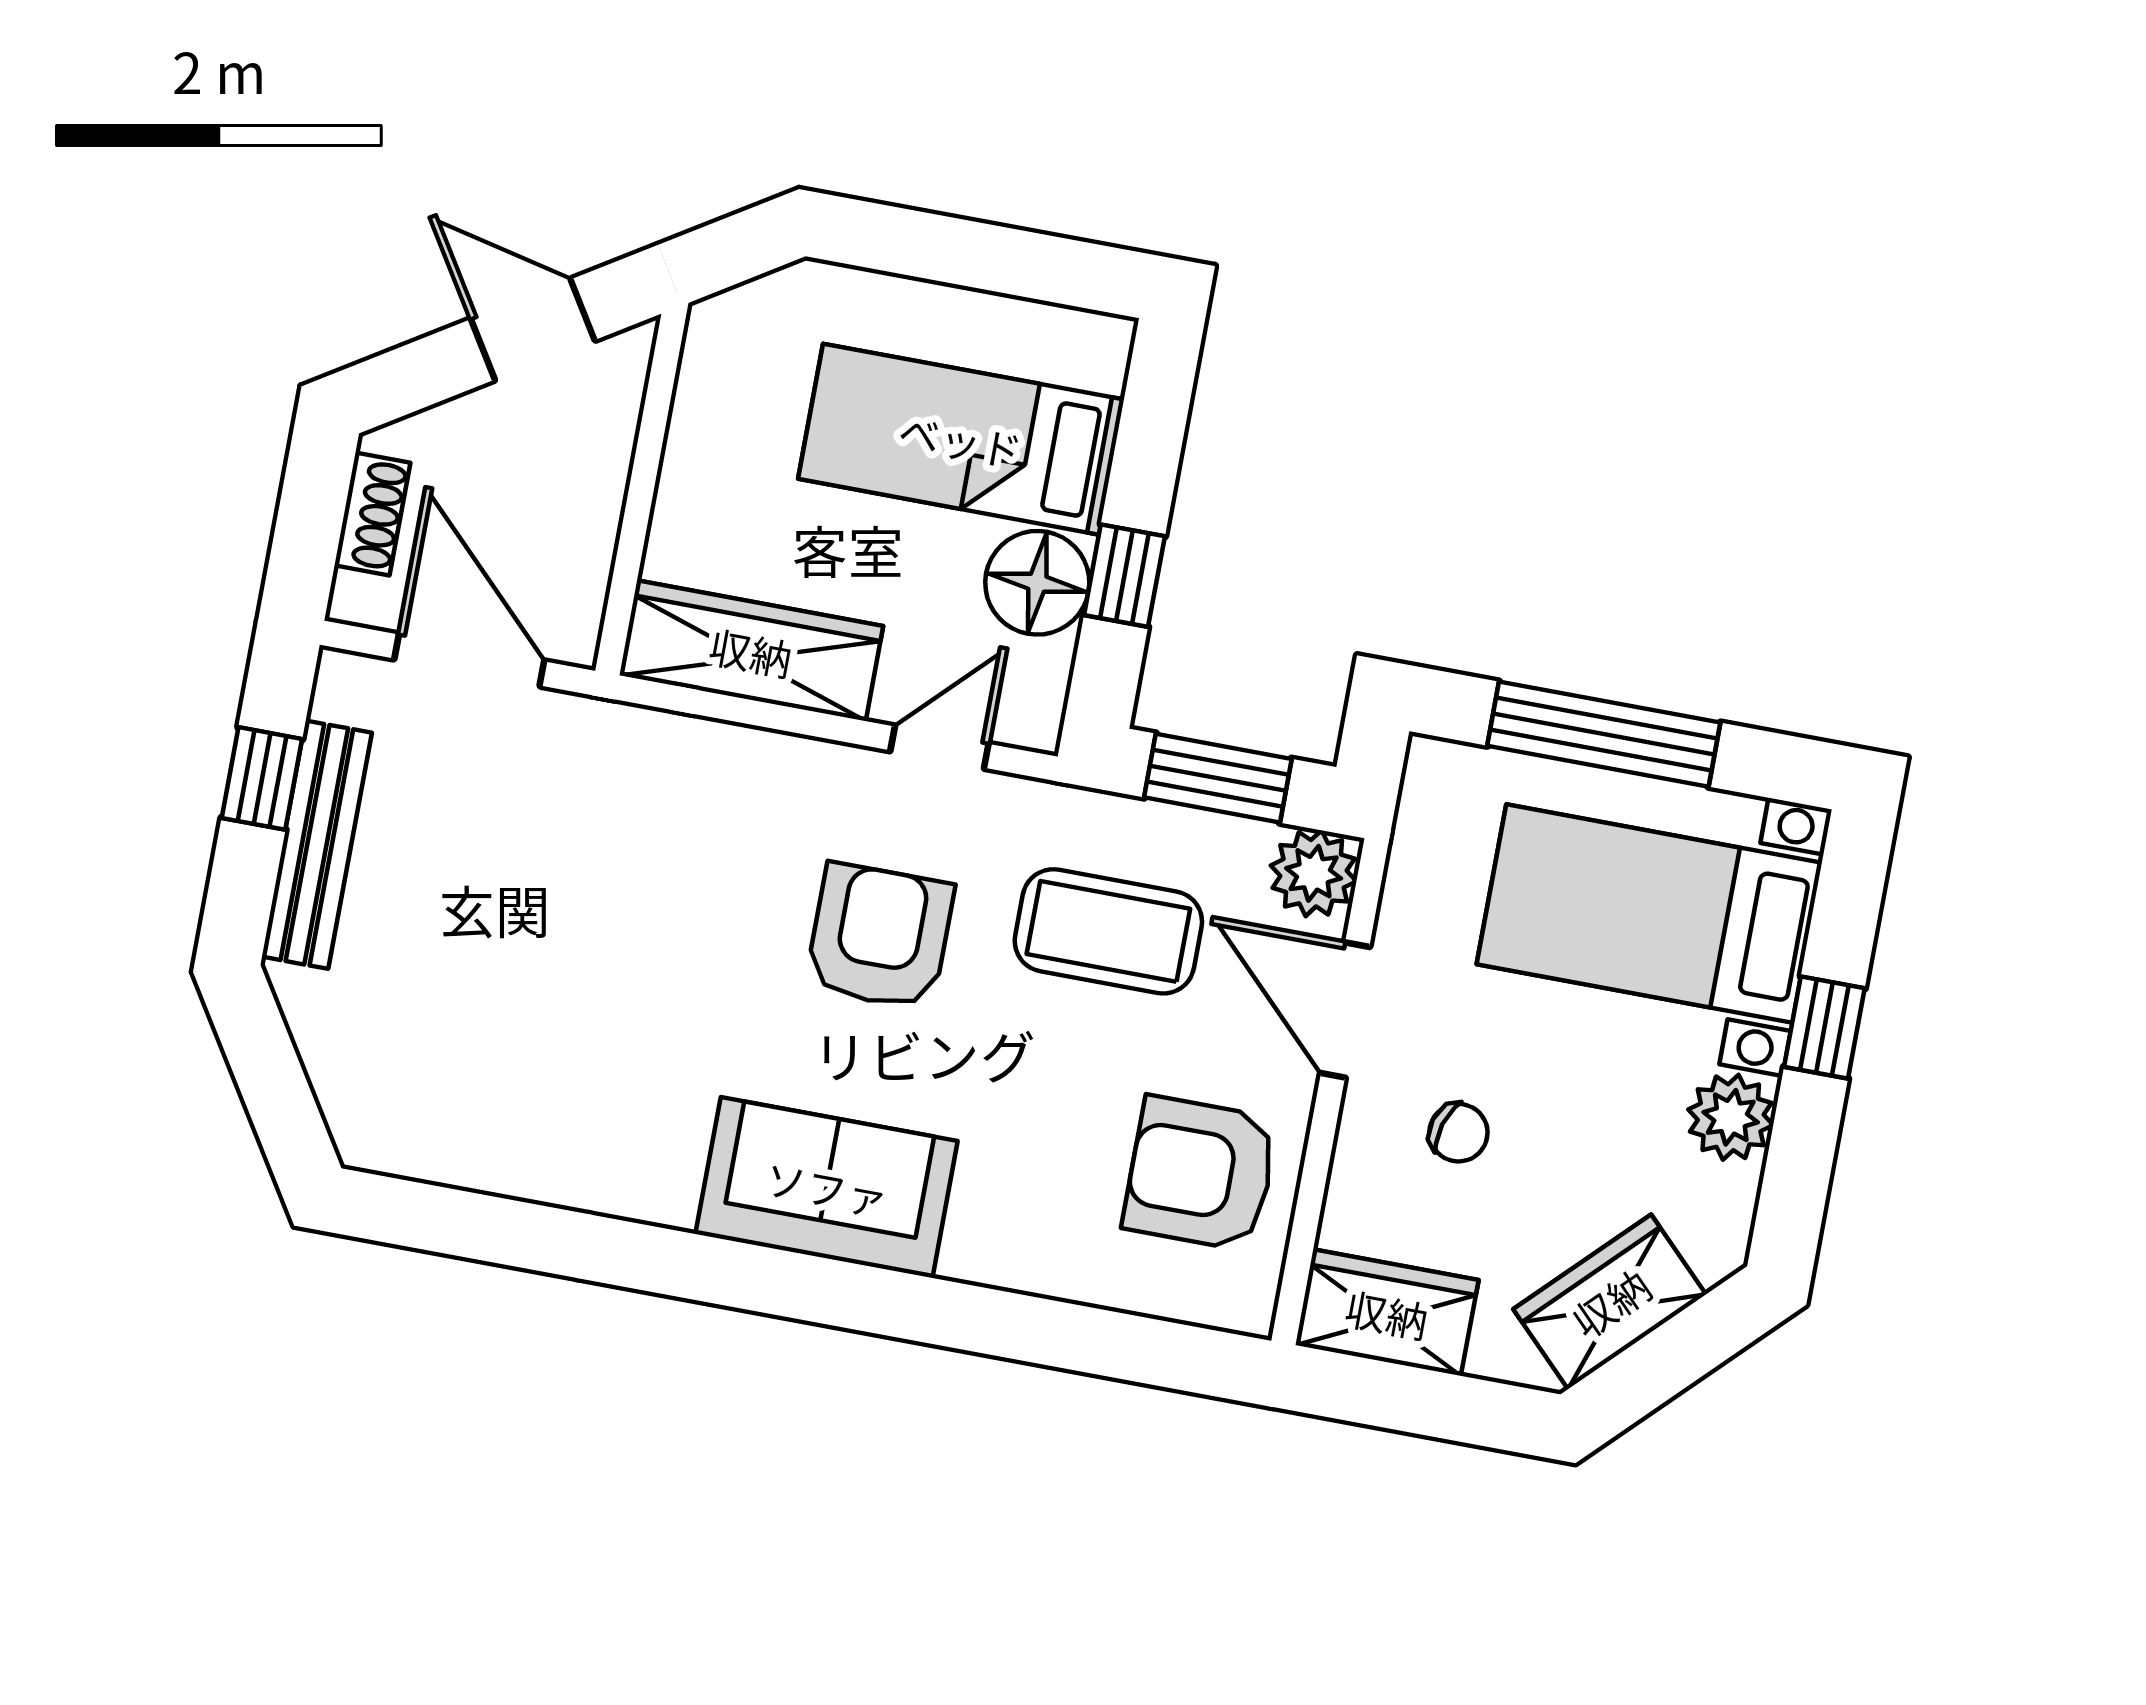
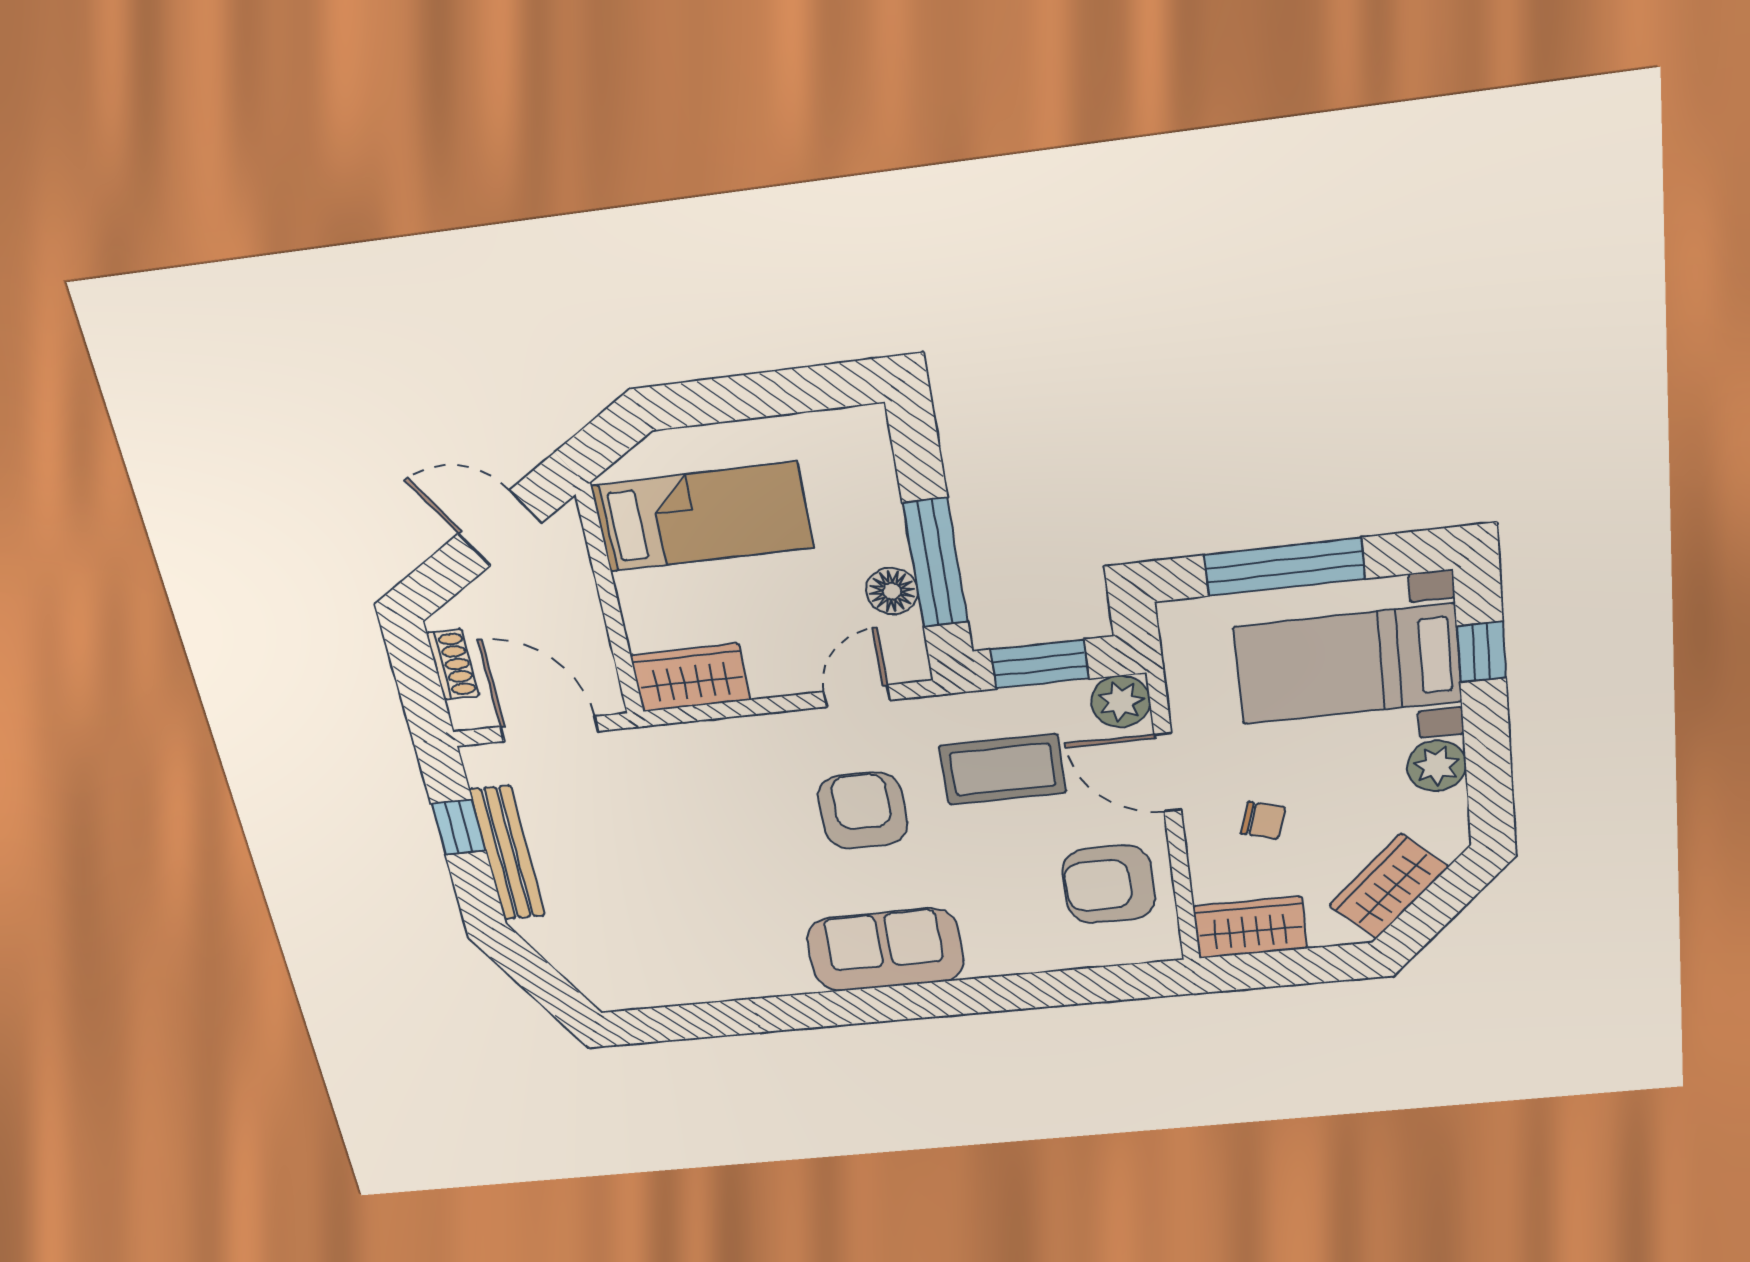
bed: (961, 439) -> (702, 517), moved, turned 180
window: (1124, 576) -> (935, 563), width x2.17
floor lamp: (1037, 583) -> (892, 591), width x0.73, depth x0.73
wardrobe: (751, 651) -> (691, 678), width x0.67
window: (1824, 1028) -> (1481, 652), moved

